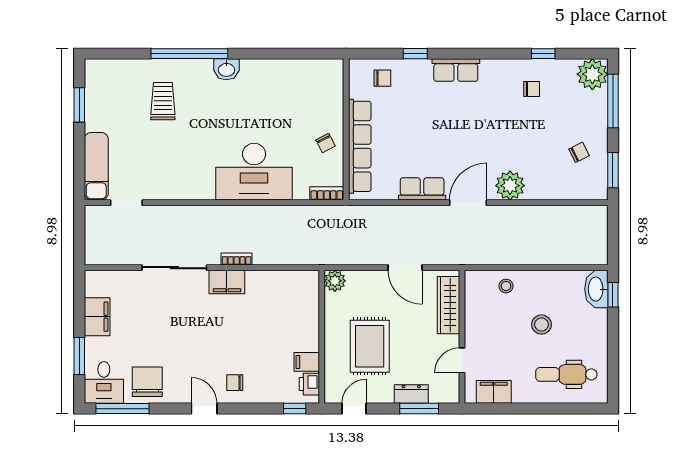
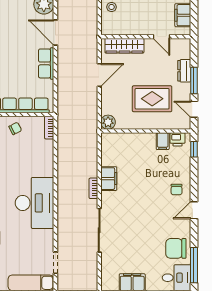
desk: (254, 172) -> (35, 203), moved
filing cabinet: (227, 282) -> (109, 179), moved
window: (419, 409) -> (194, 80), moved

